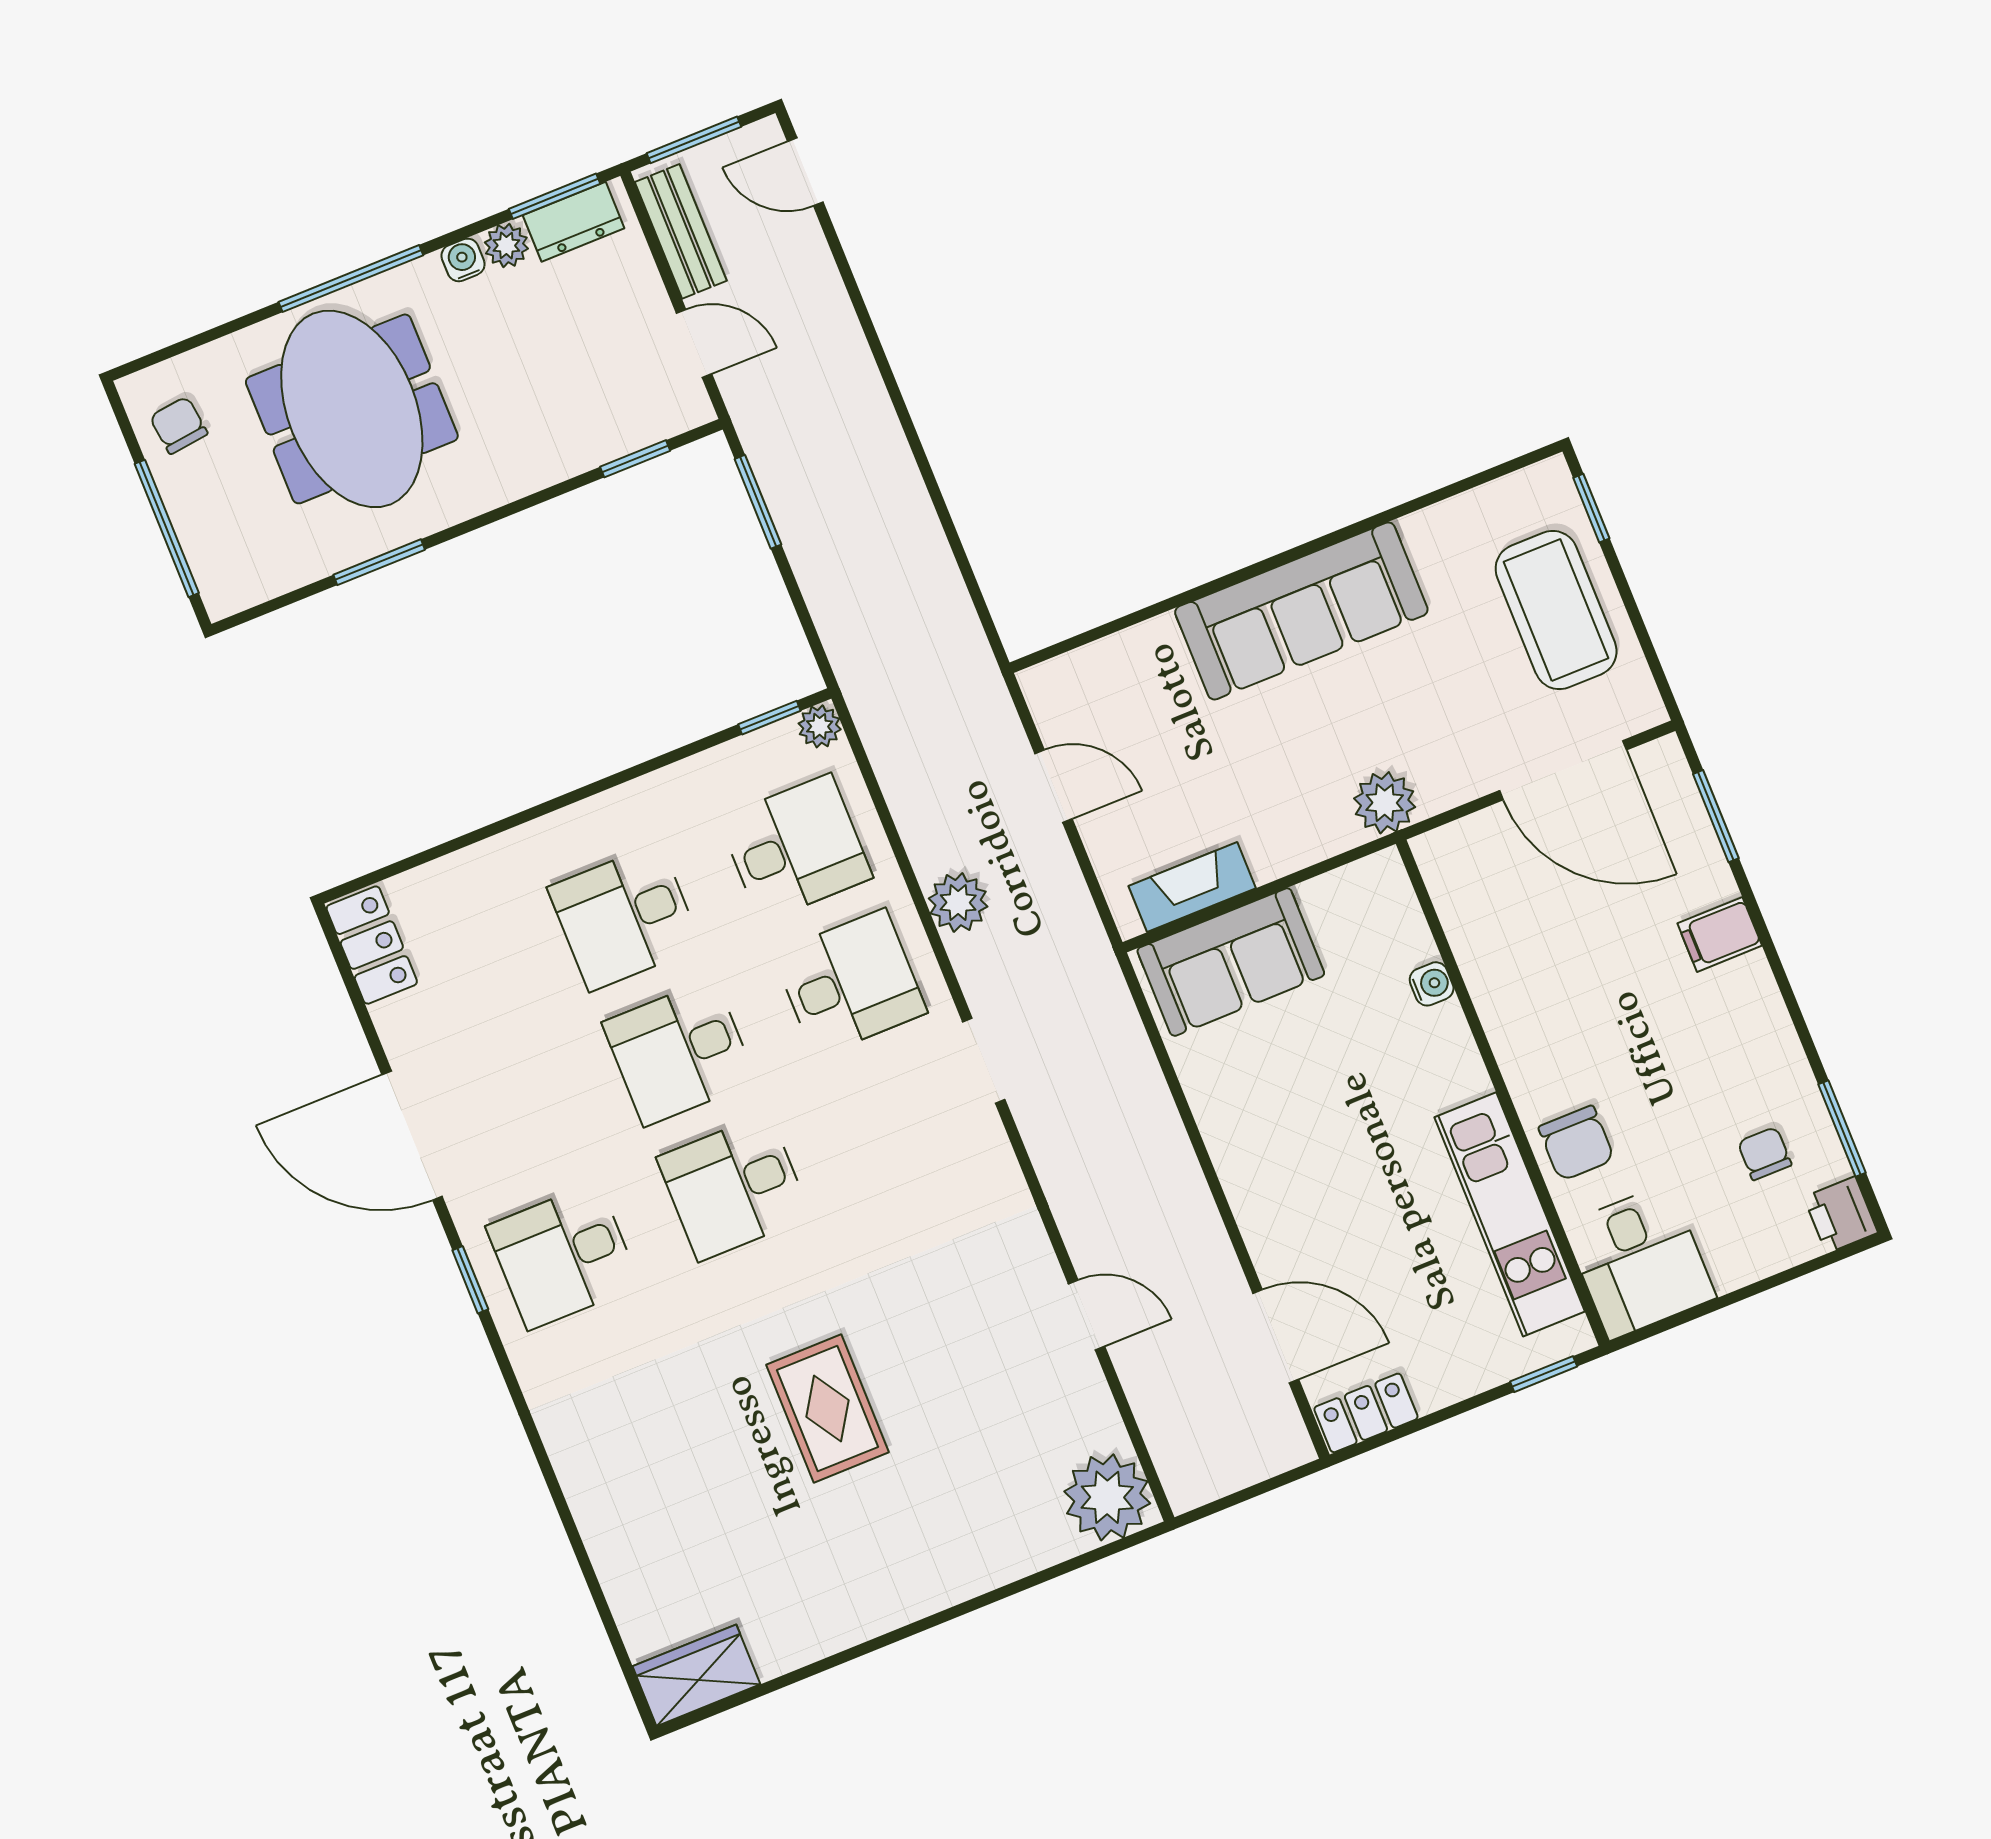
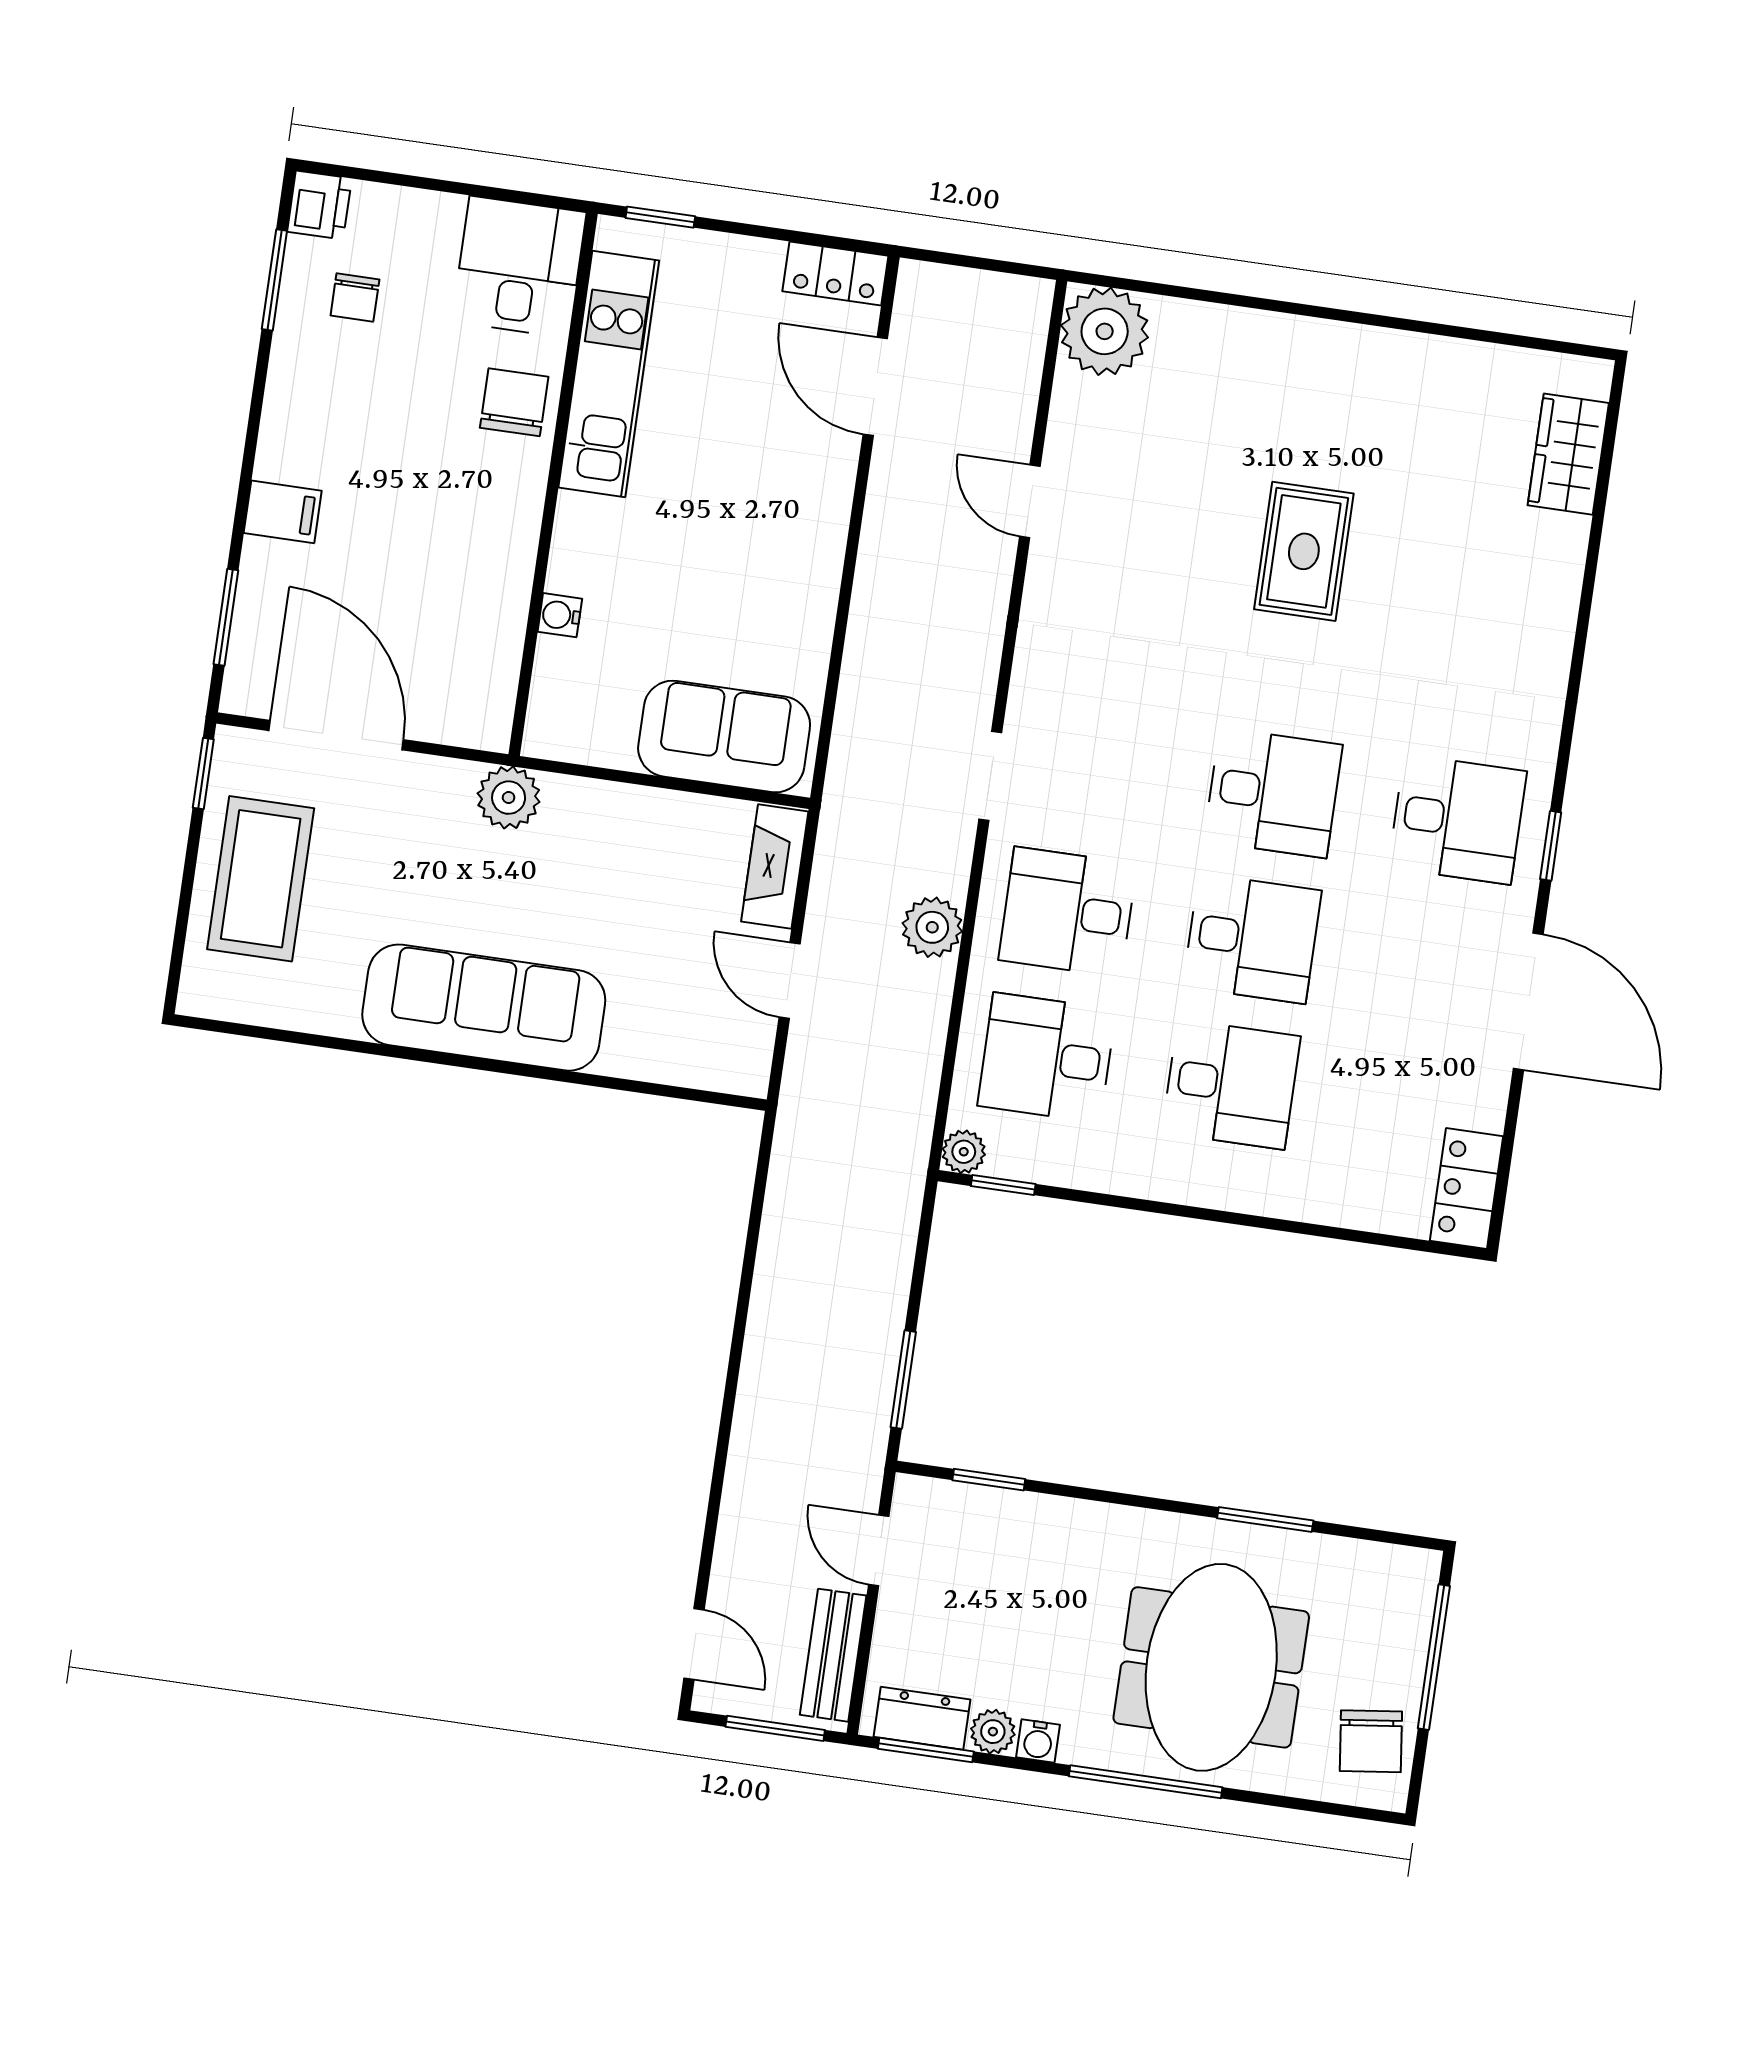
chair: (179, 425) -> (1371, 1741), width x1.37, depth x1.37
window: (1591, 508) -> (203, 773), moved
fireplace: (1192, 887) -> (775, 866), moved, turned 90
wardrobe: (696, 1675) -> (1568, 454), moved, turned 90

